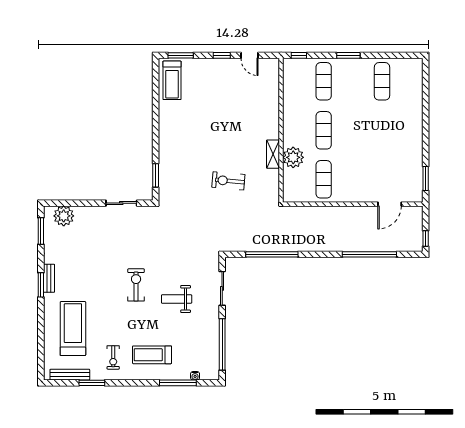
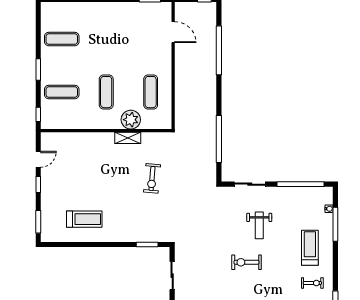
treadmill: (172, 80) -> (84, 219), moved
exercise mat: (324, 130) -> (106, 92), turned 90
exercise mat: (324, 179) -> (151, 92), turned 90
treadmill: (152, 355) -> (310, 248), turned 180

